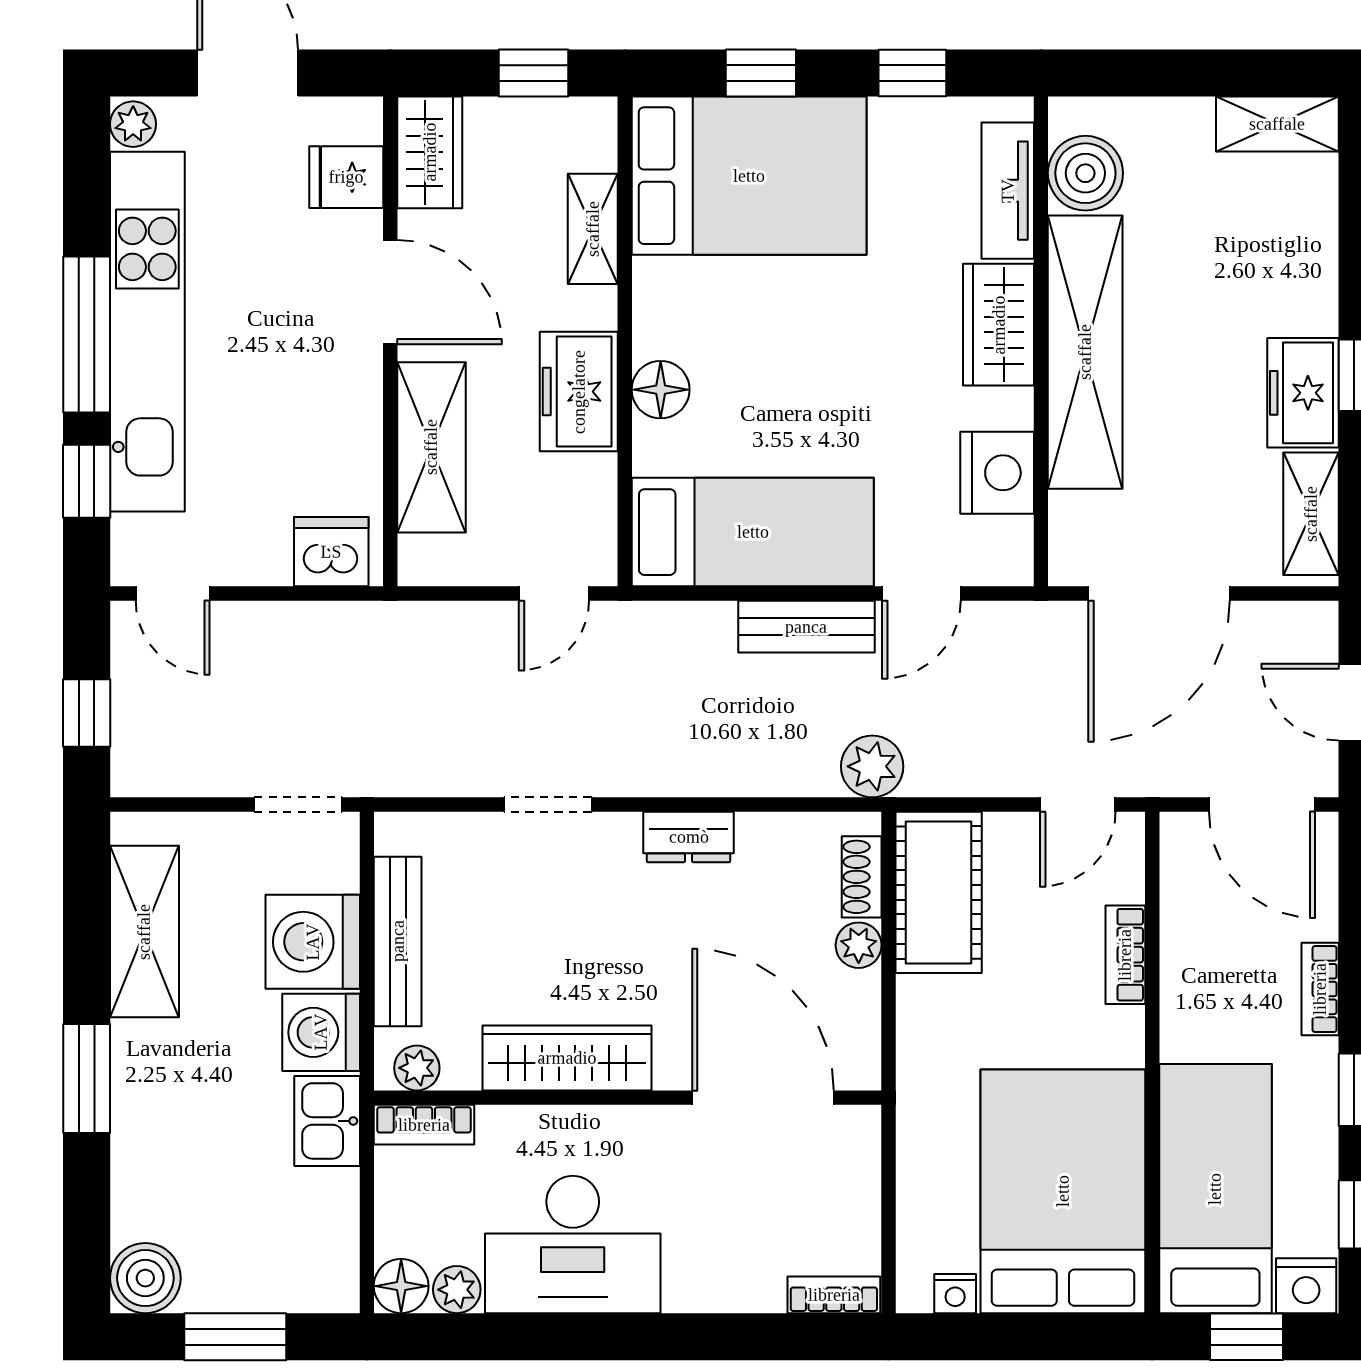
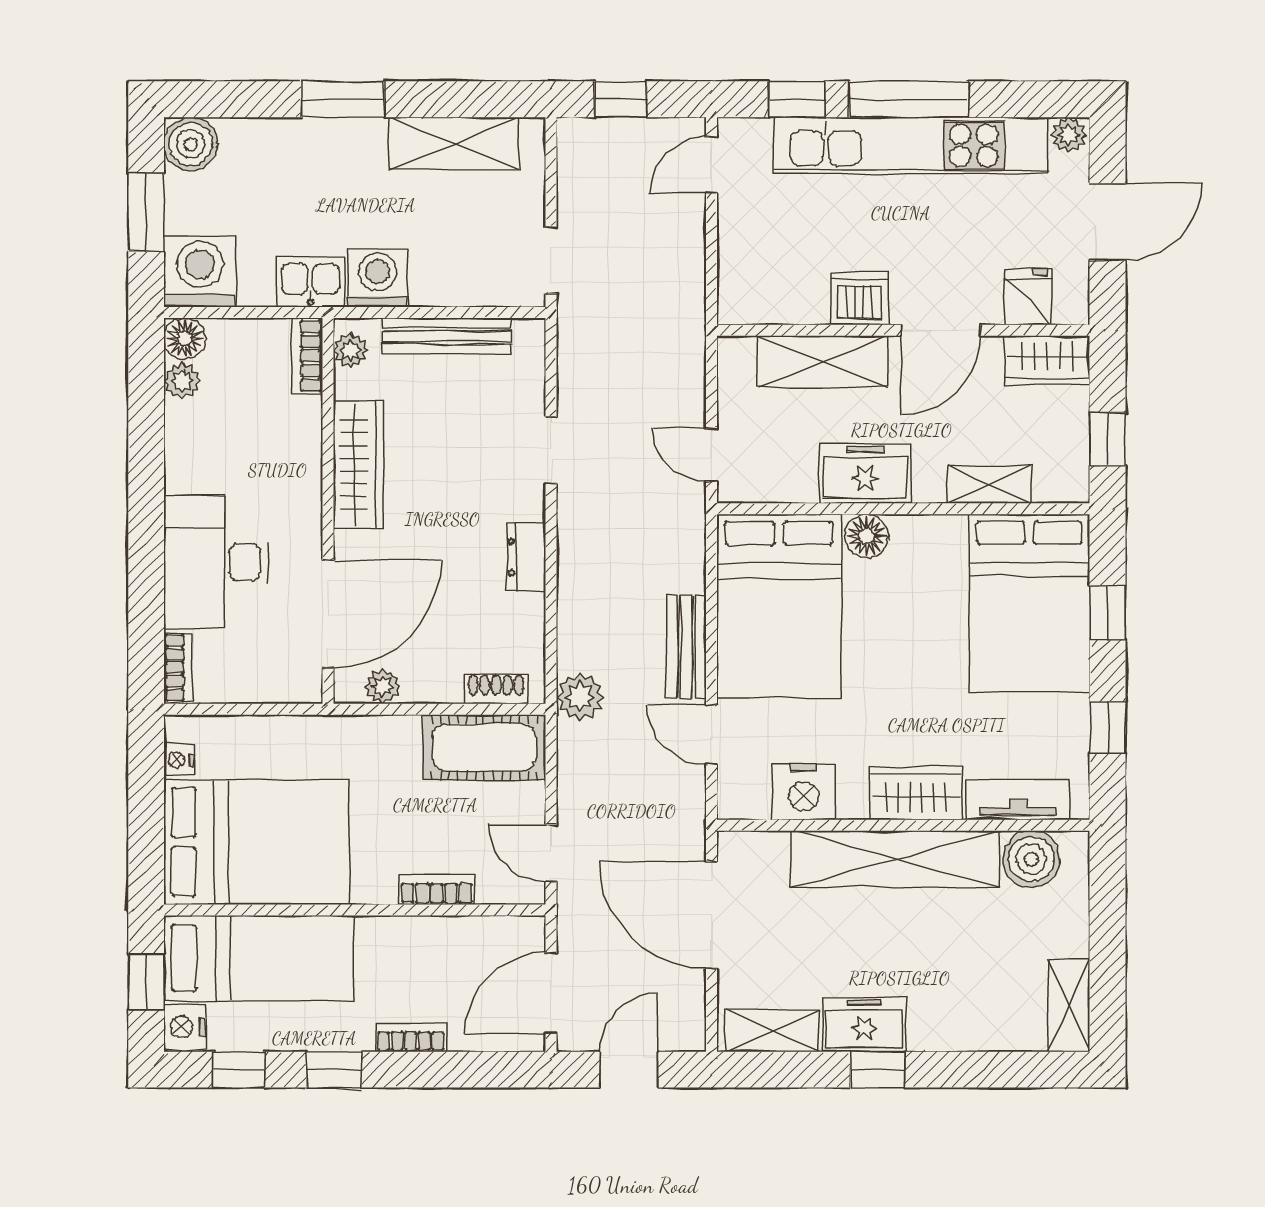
bed: (753, 532) -> (779, 606), width x1.50
dishwasher: (331, 552) -> (860, 298), moved, turned -90
washing machine: (313, 942) -> (200, 271), moved
plant: (859, 945) -> (382, 687), moved
desk: (573, 1244) -> (216, 562), moved

